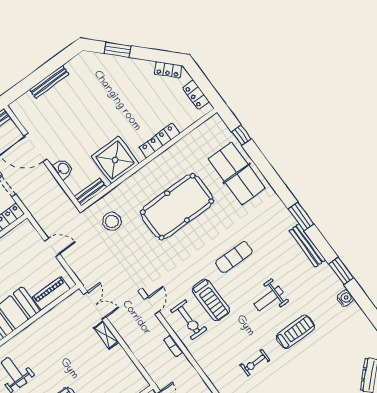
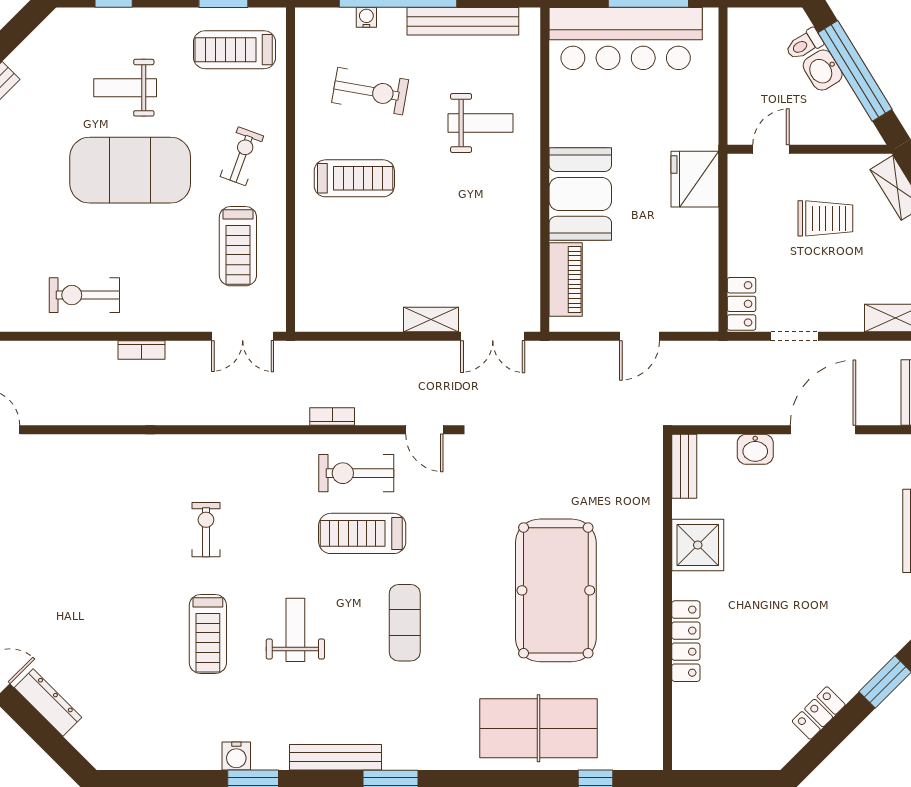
locker: (168, 70) -> (819, 713), moved
locker: (196, 95) -> (717, 756), removed
shower: (115, 160) -> (698, 545), width x0.73, depth x0.73
stool: (112, 221) -> (610, 466), removed
water cooler: (345, 298) -> (236, 756), moved

